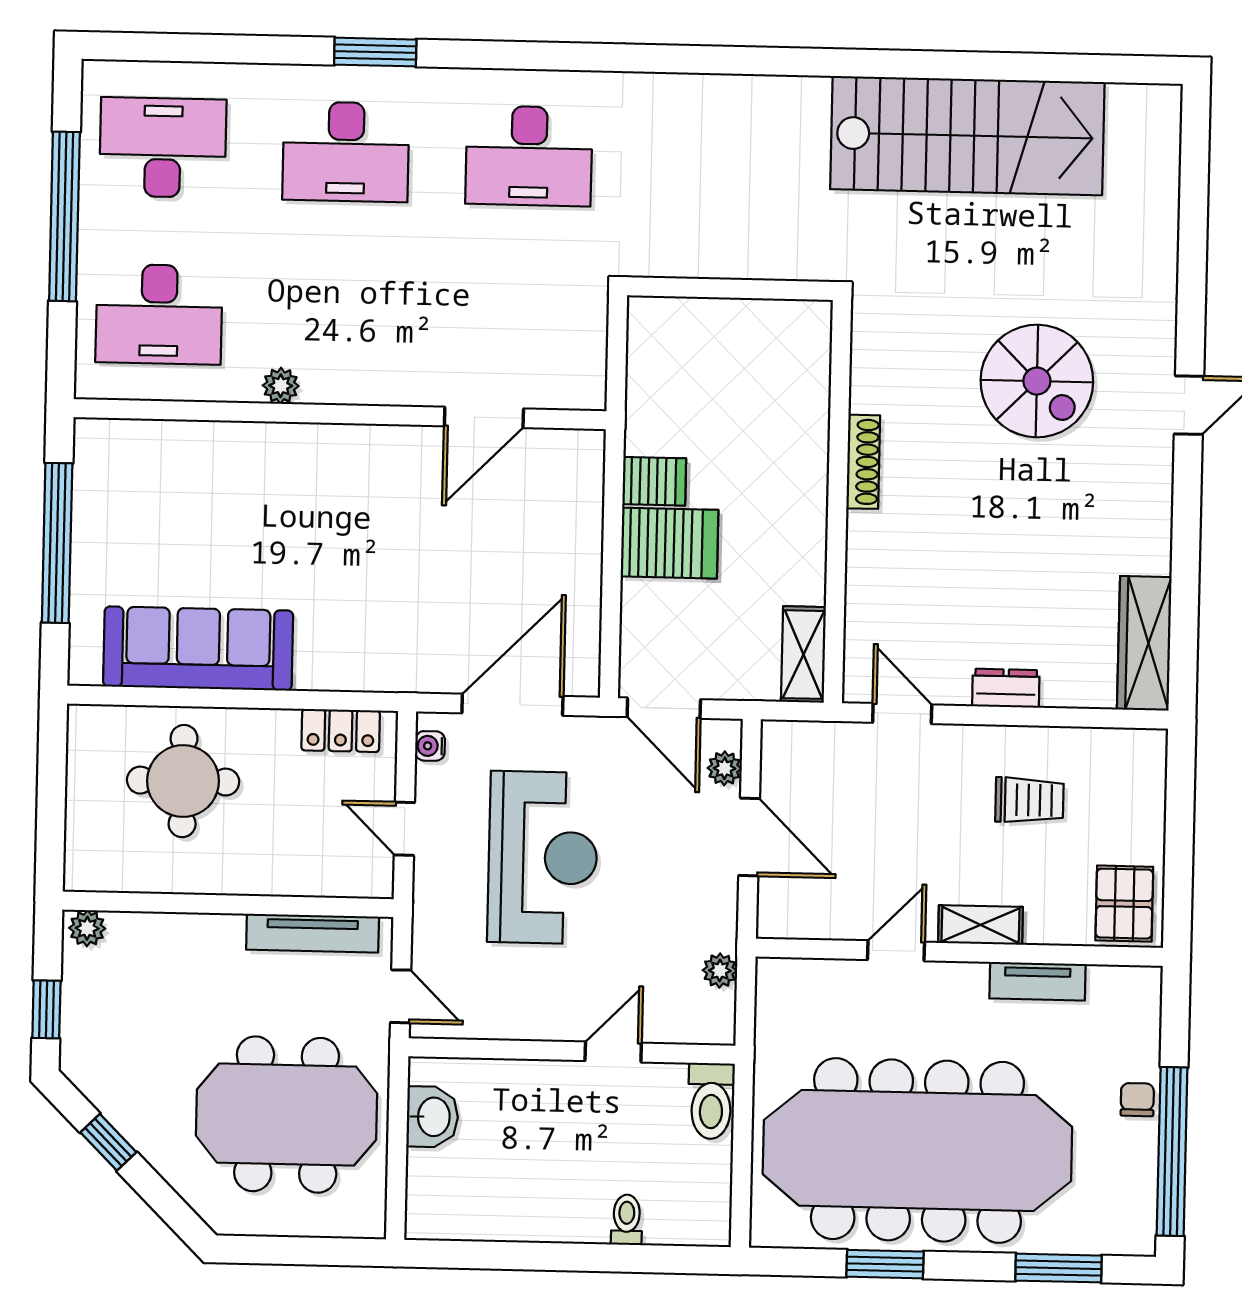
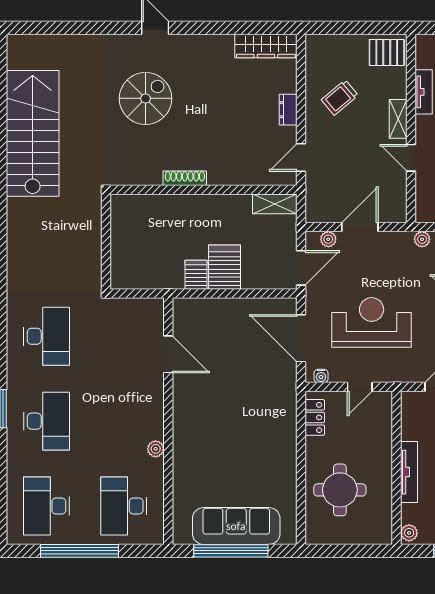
desk: (159, 314) -> (124, 506), turned 180
sofa: (198, 649) -> (236, 526), moved, turned 90
trolley: (1029, 800) -> (340, 98), turned -130
tv unit: (313, 933) -> (409, 472), moved

